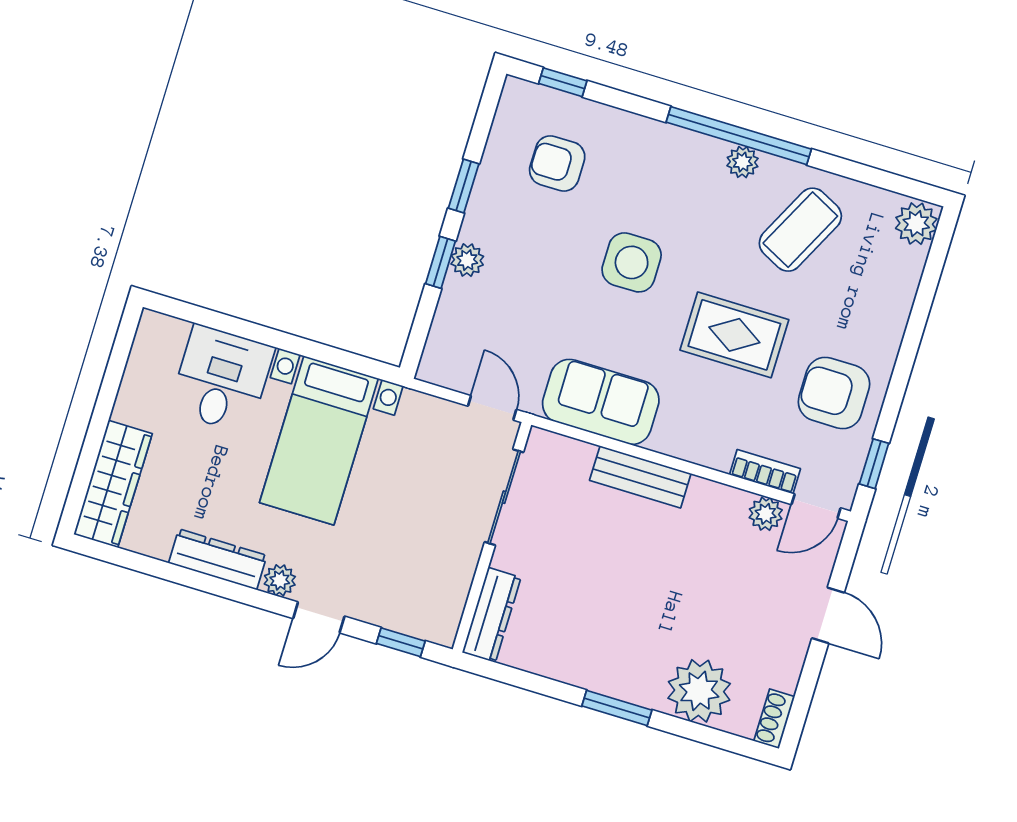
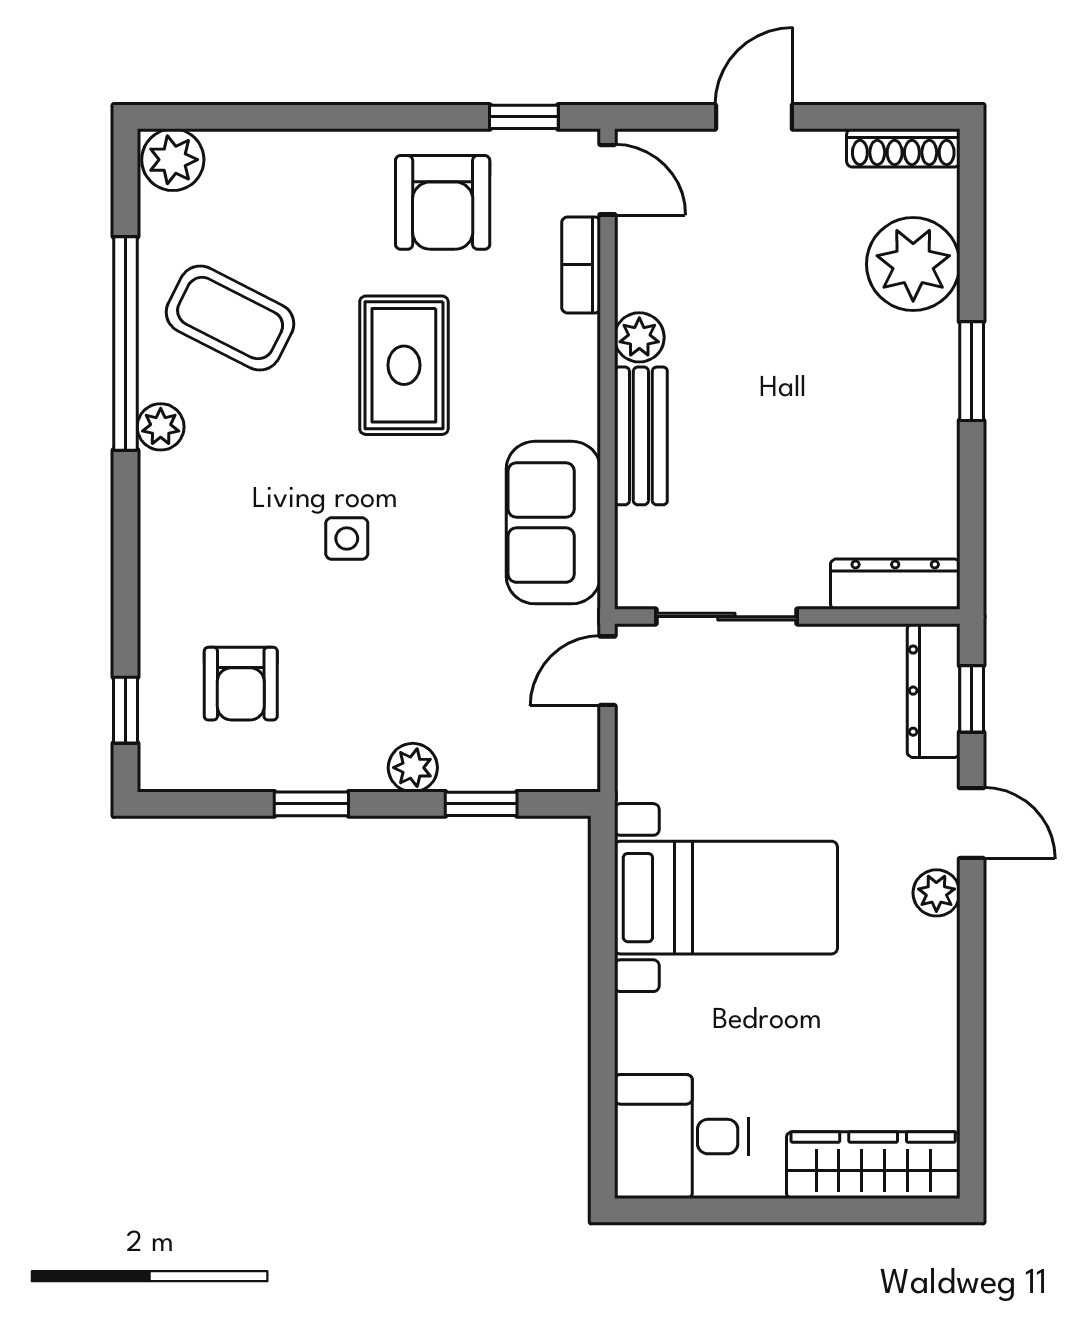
window: (739, 136) -> (125, 343), moved
window: (440, 262) -> (481, 804), moved
side table: (632, 262) -> (347, 539), width x0.54, depth x0.54
desk: (222, 379) -> (681, 1137), moved
plant: (766, 514) -> (639, 337), moved
dresser: (218, 559) -> (934, 691), moved
shoe rack: (774, 719) -> (903, 148), width x1.43

